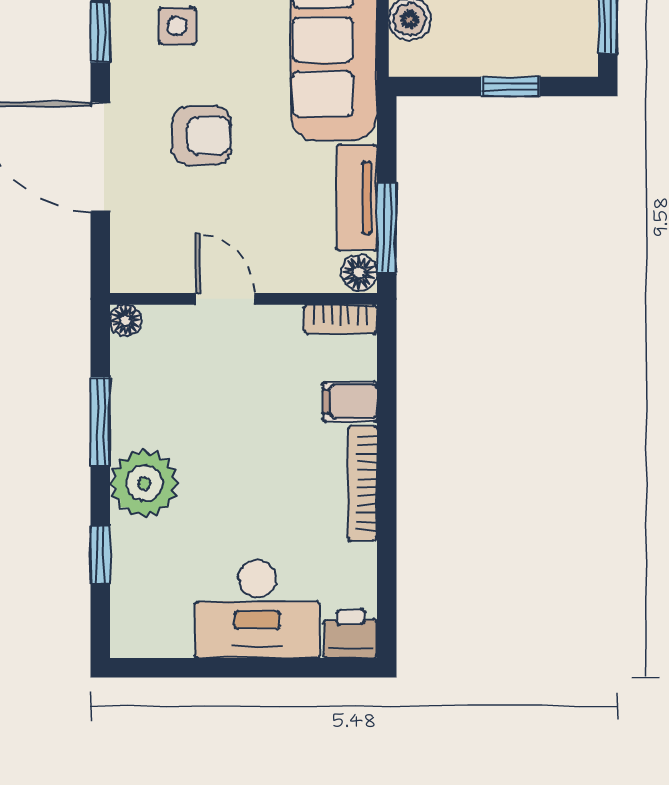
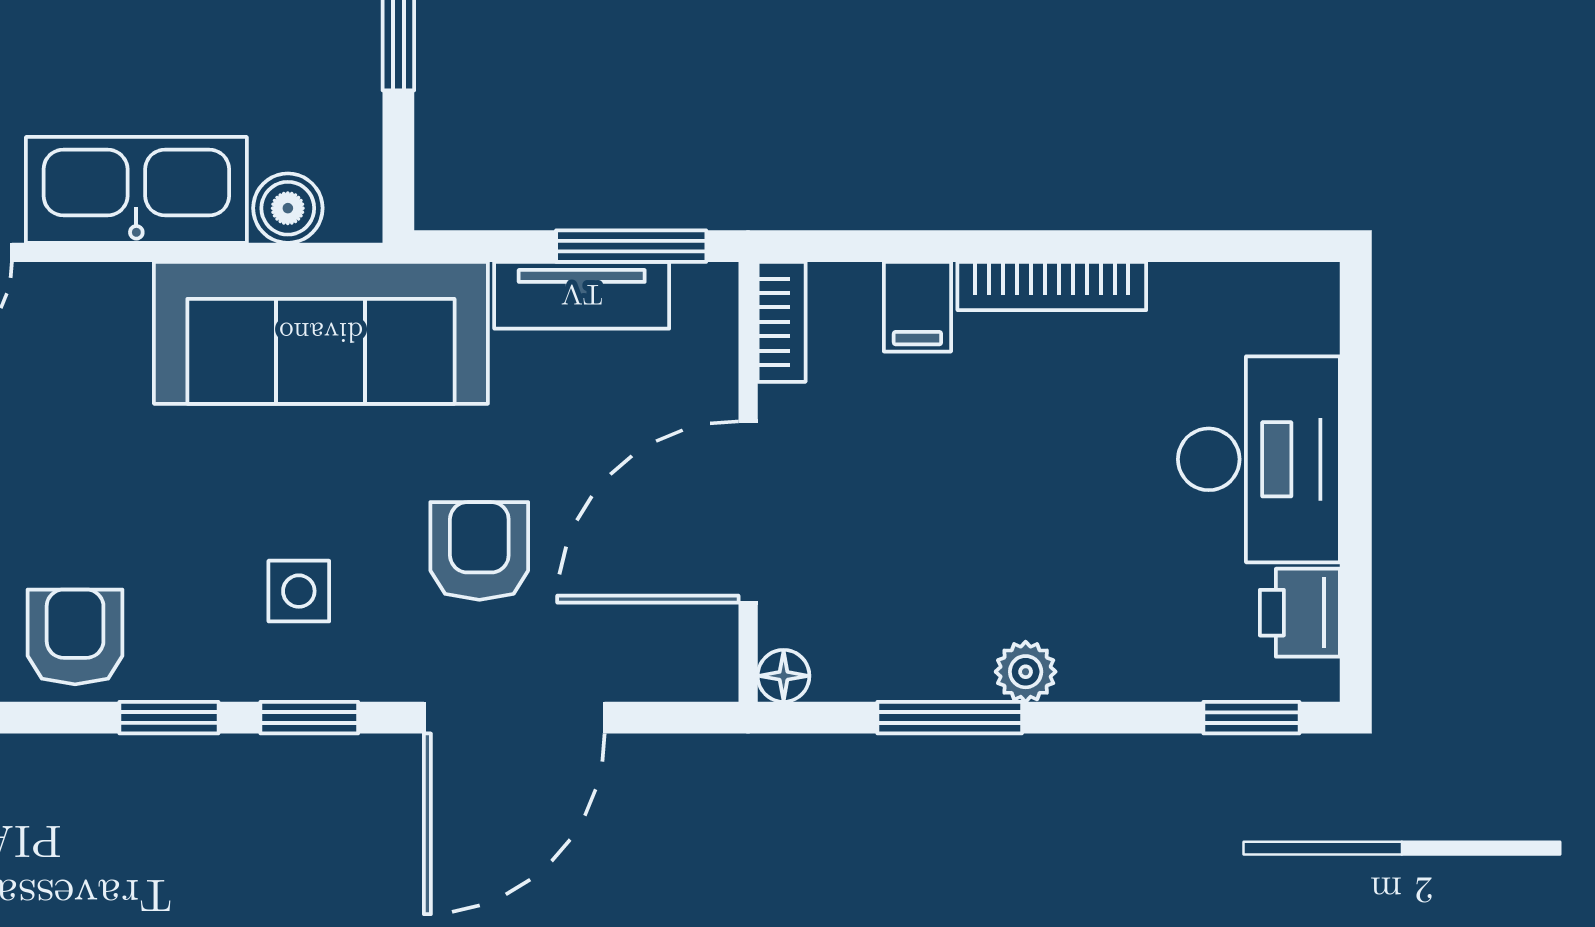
floor lamp: (359, 273) -> (705, 292), removed
door: (225, 299) -> (748, 512), width x1.87
plant: (144, 483) -> (1026, 672), width x0.53, depth x0.53
window: (100, 555) -> (1251, 718), moved
printer: (350, 634) -> (1300, 613), moved

